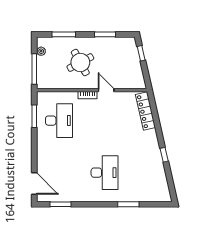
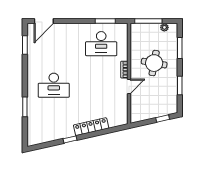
round table: (80, 63) -> (154, 63), turned 38
locker: (145, 111) -> (91, 127), moved

